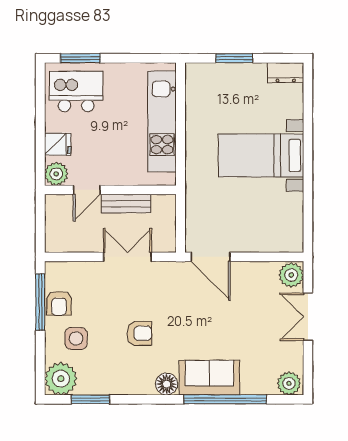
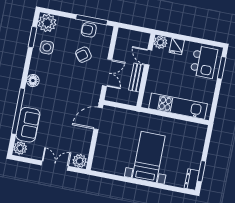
window: (234, 58) -> (202, 171), moved
armchair: (139, 333) -> (83, 55), moved, turned 53
side table: (76, 338) -> (47, 47), moved
sofa: (209, 378) -> (28, 125), moved

